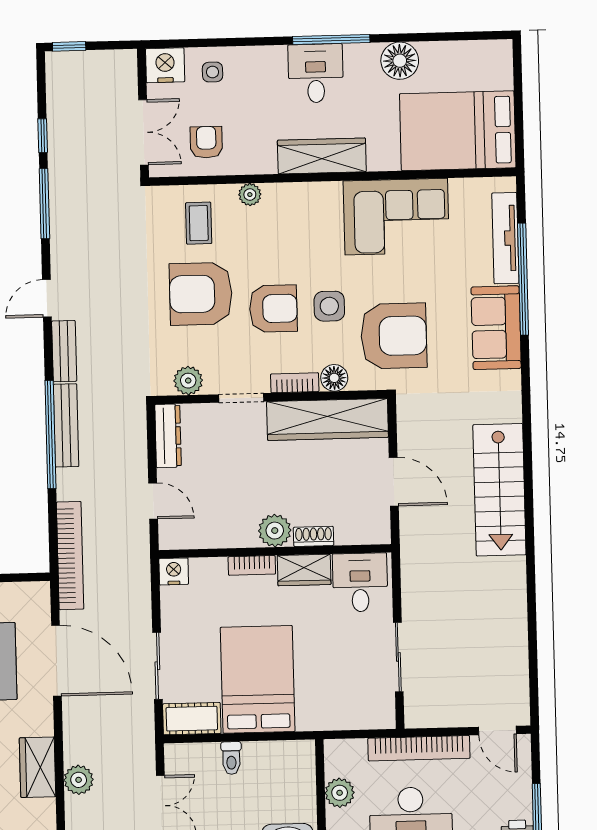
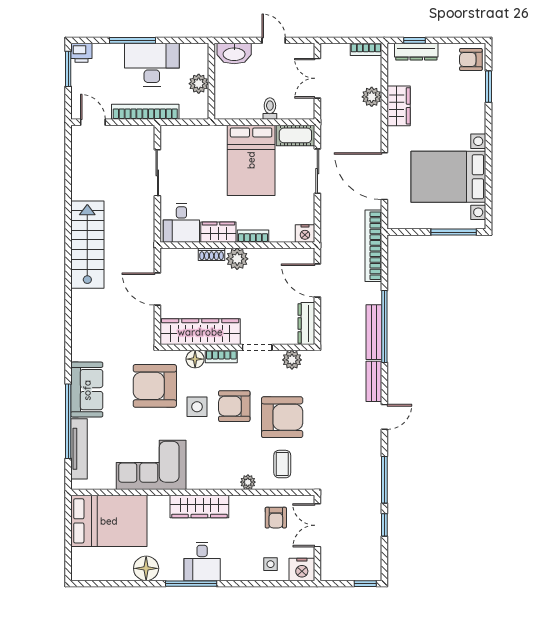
stairs: (499, 490) -> (87, 245), moved
door: (153, 501) -> (317, 281), width x1.38

